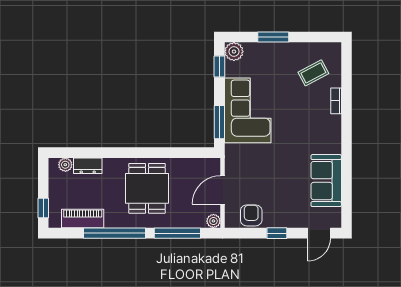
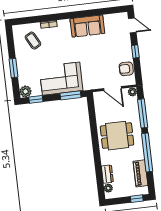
sofa: (326, 181) -> (87, 26), moved

